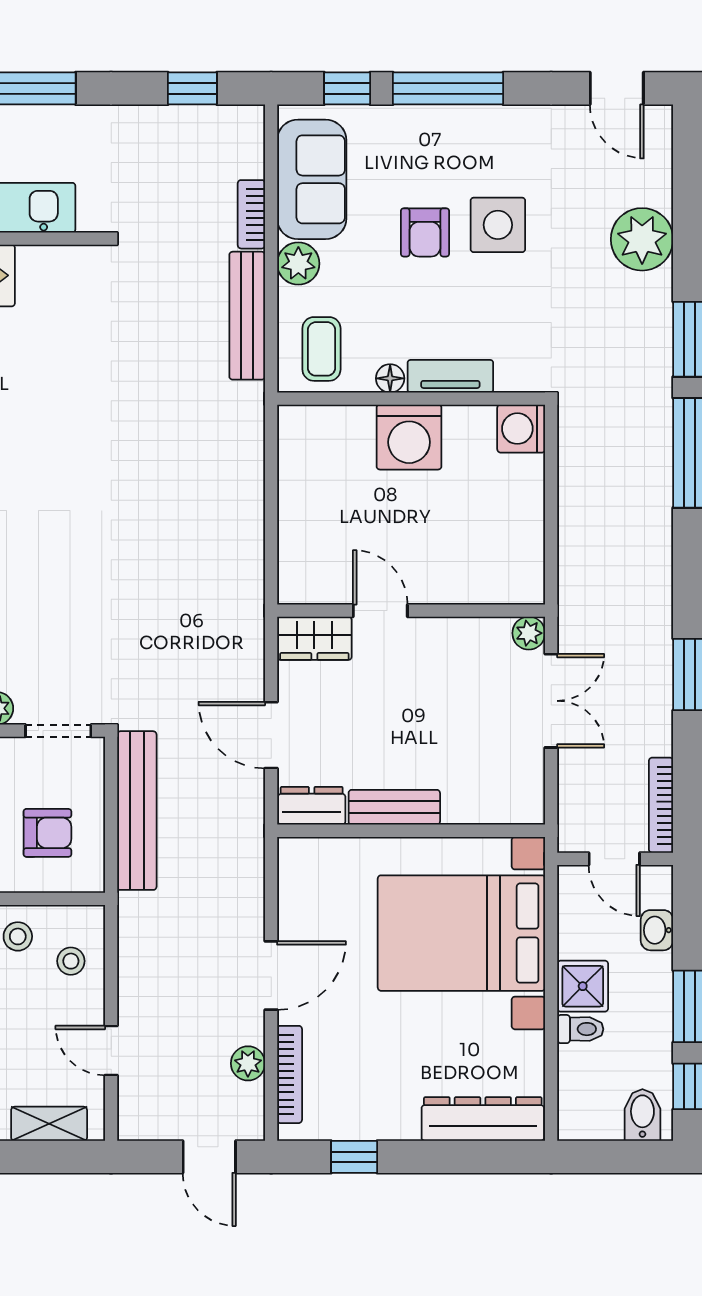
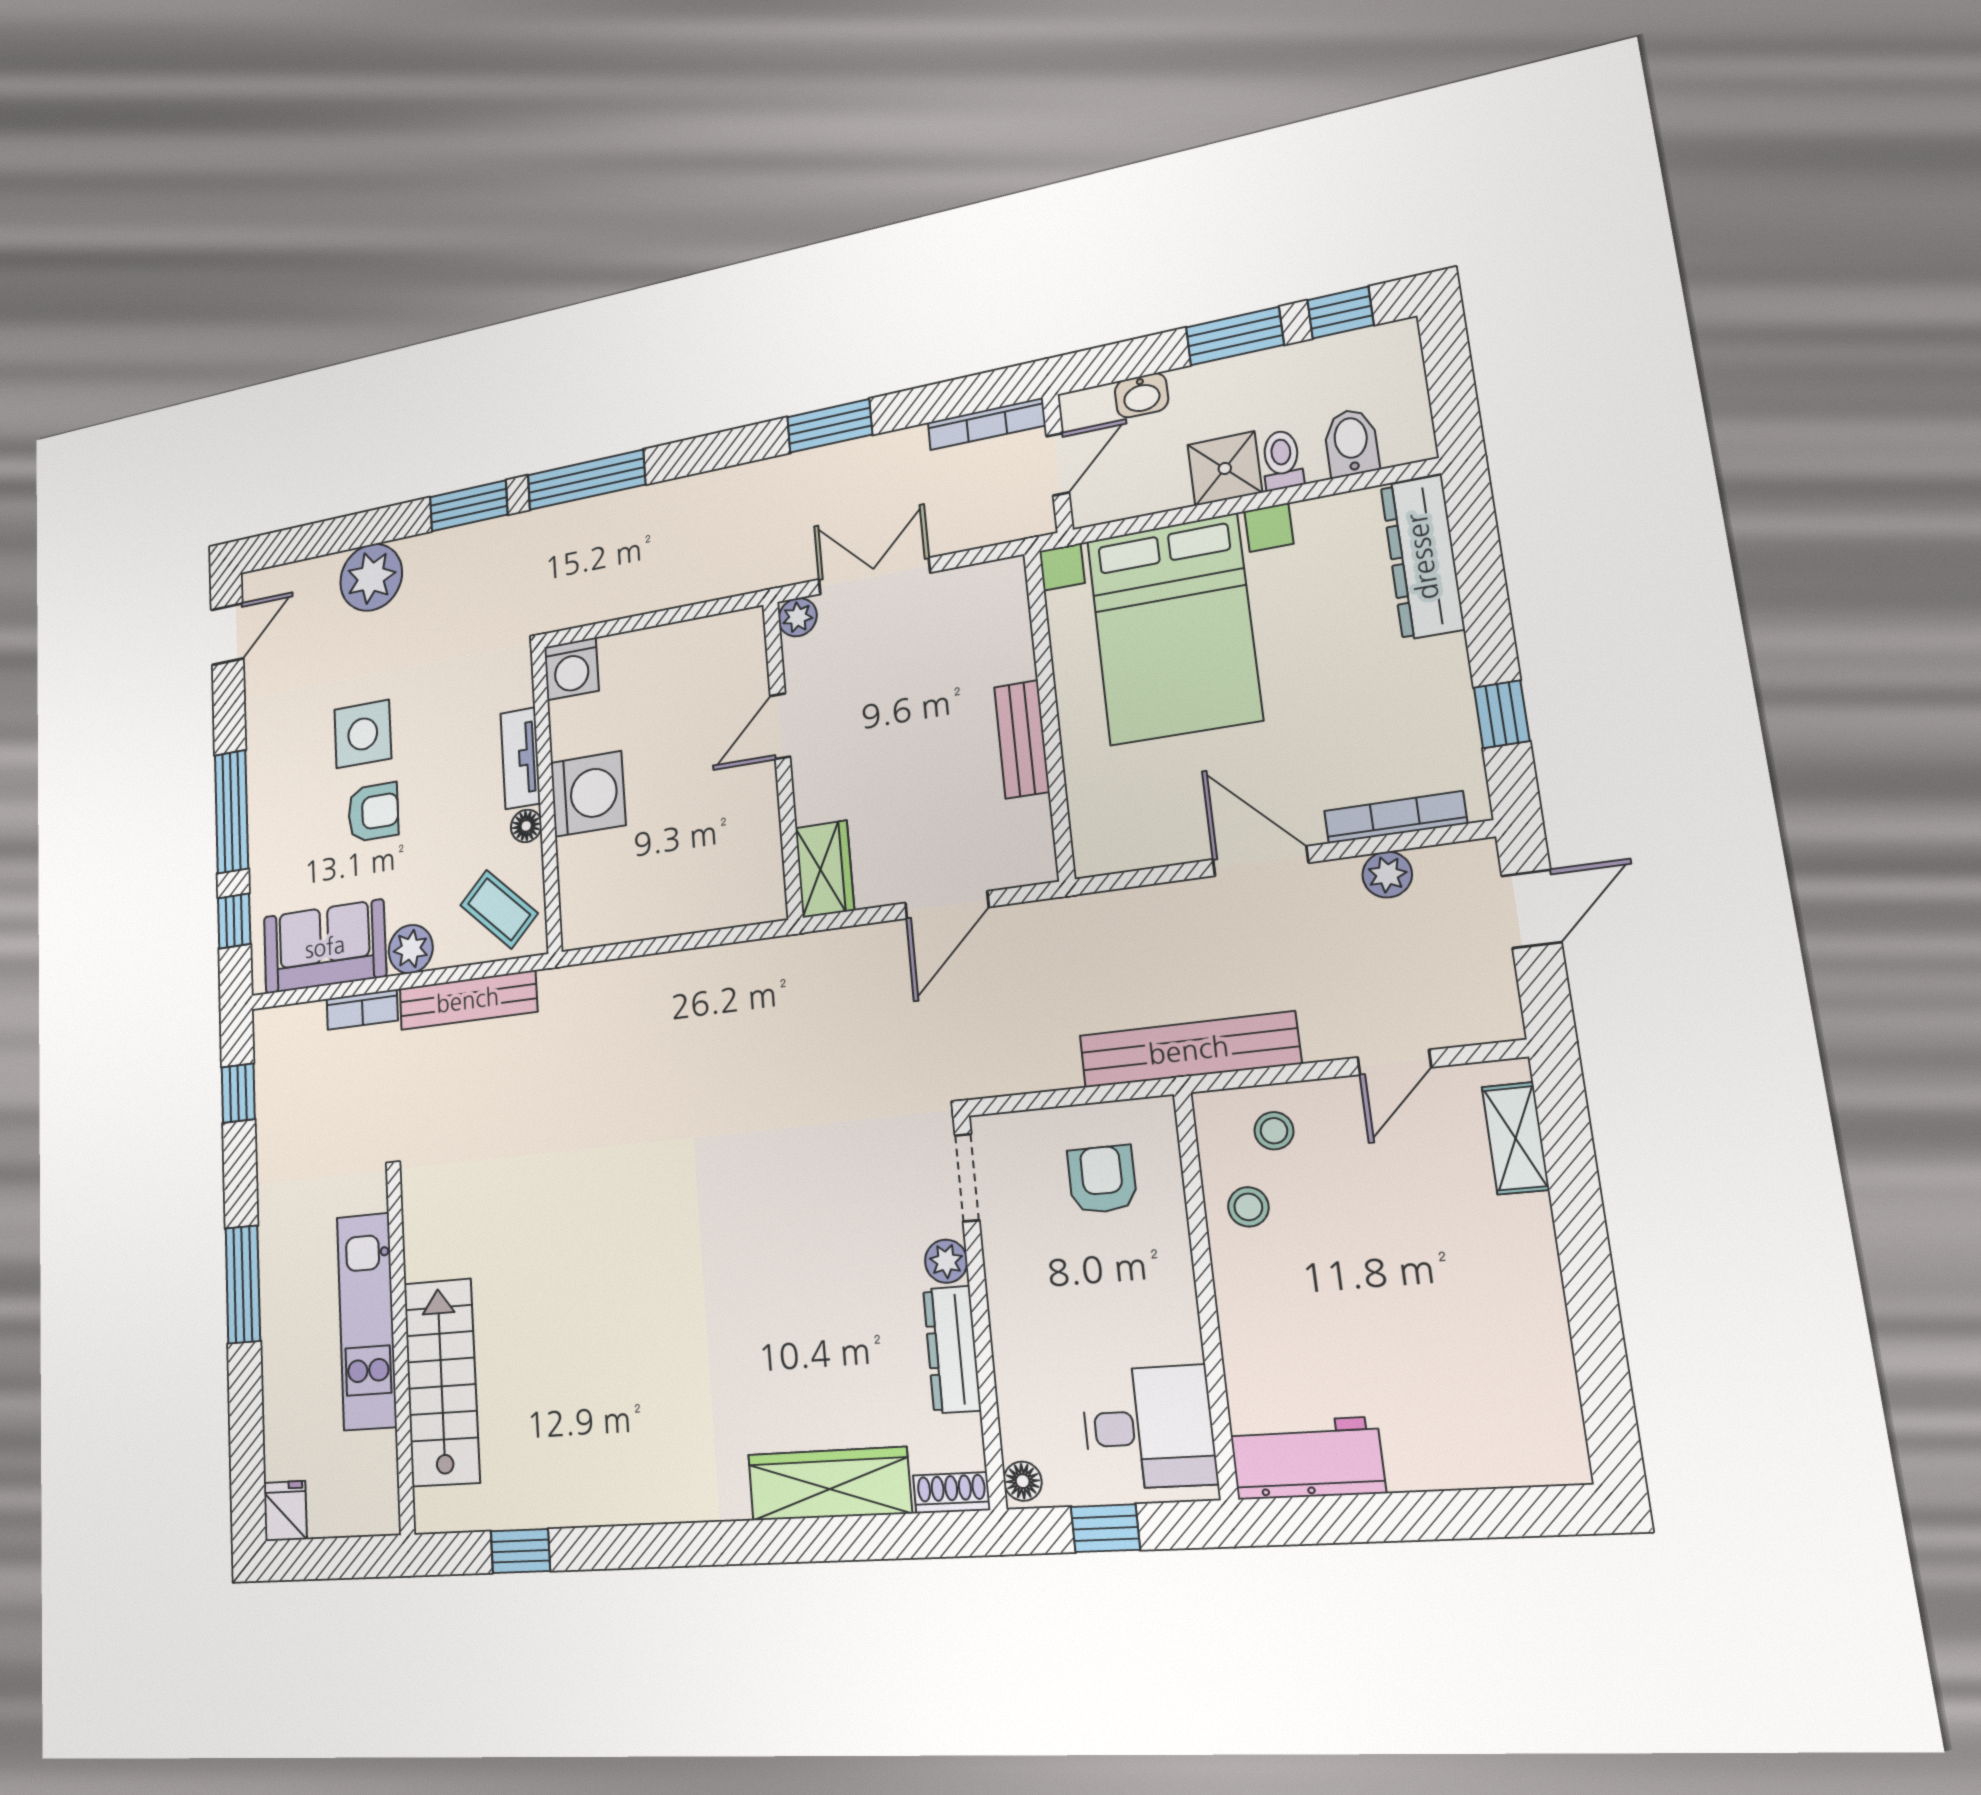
coffee table: (321, 349) -> (499, 909), turned 44
door: (380, 611) -> (780, 726), moved
dresser: (312, 806) -> (1031, 842), removed
bench: (137, 811) -> (1189, 1050), moved
bidet: (642, 1115) -> (1351, 442), moved, turned 90

